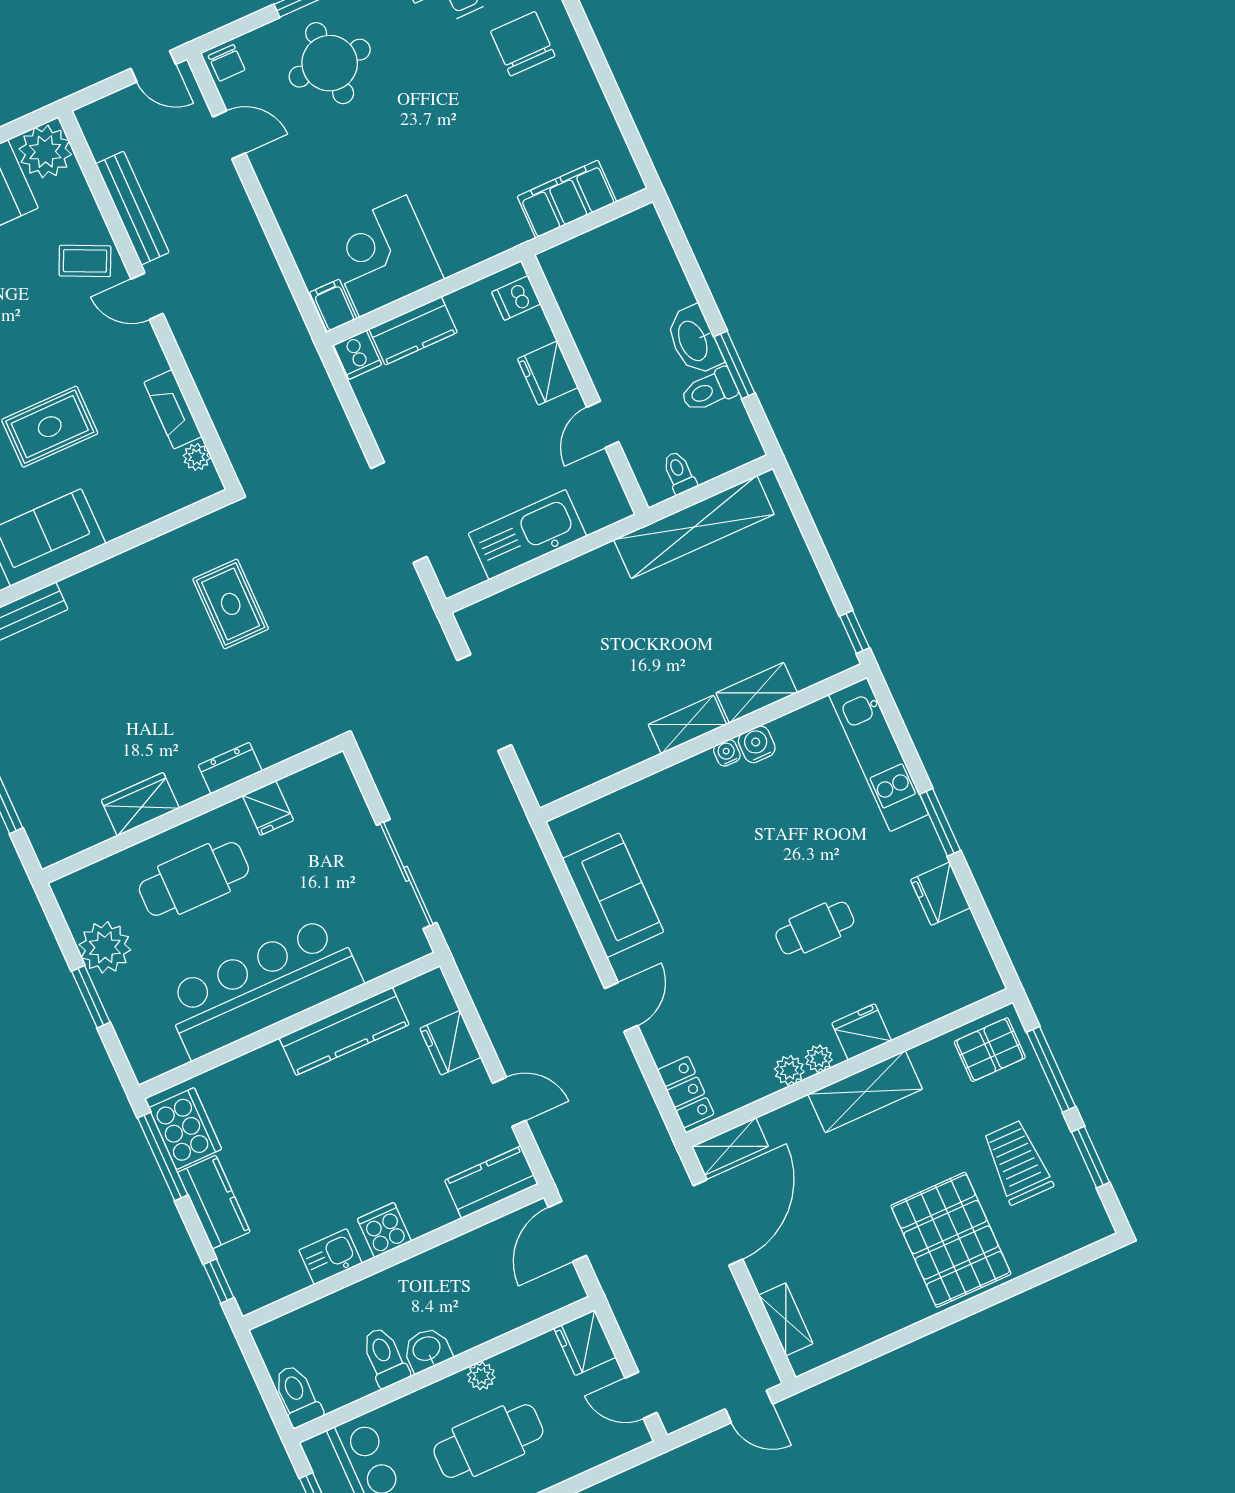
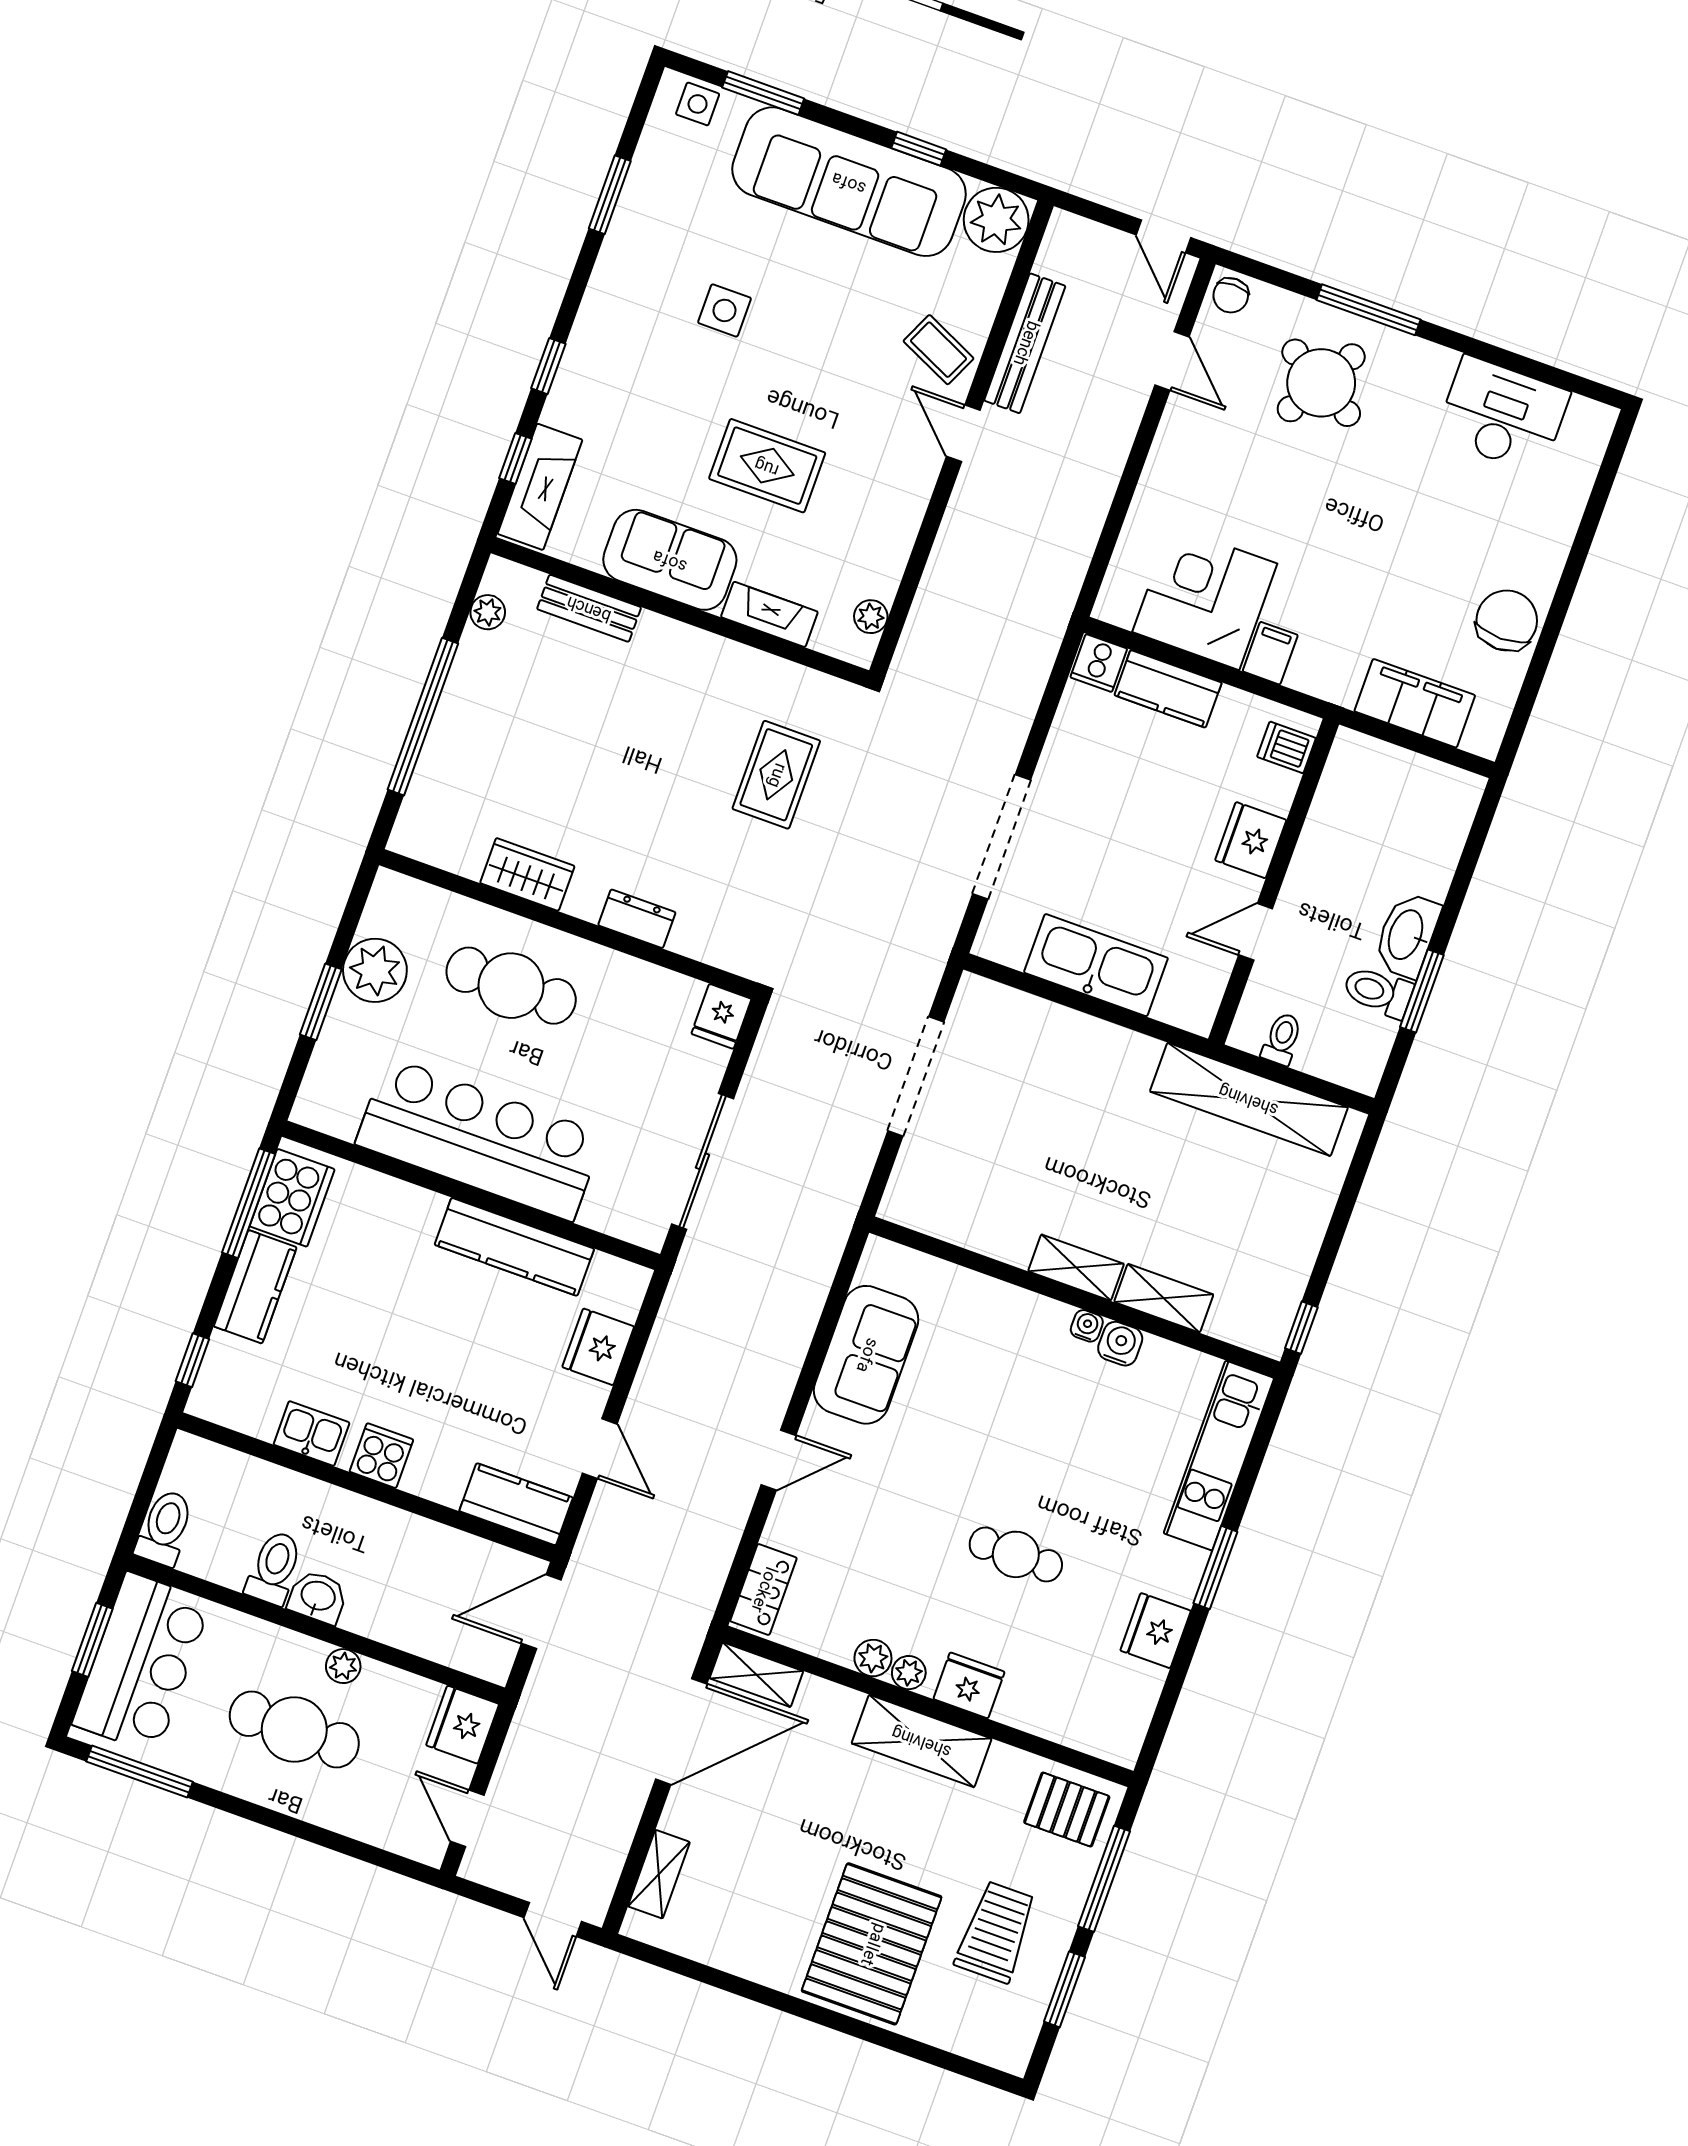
chair: (523, 44) -> (1507, 620), moved
round table: (330, 63) -> (1321, 383), turned 30
filing cabinet: (333, 306) -> (1270, 653), moved
fireplace: (173, 409) -> (769, 614), moved, turned 90
fridge: (268, 808) -> (721, 1016), moved

